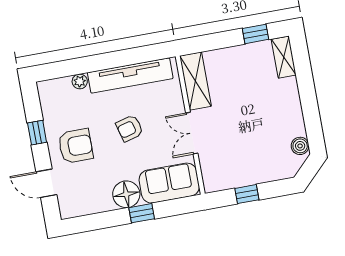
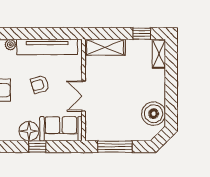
shelving: (196, 81) -> (105, 47), moved, turned 90
boiler: (300, 146) -> (154, 114), width x1.86, depth x1.86
window: (247, 194) -> (115, 147), width x2.17

